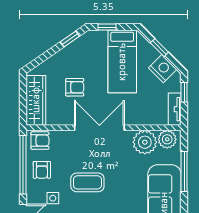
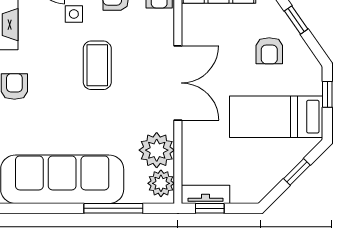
window: (70, 39) -> (296, 20), moved
nightstand: (163, 69) -> (266, 177), removed
armchair: (75, 87) -> (269, 51), moved
window: (184, 92) -> (210, 208), moved

